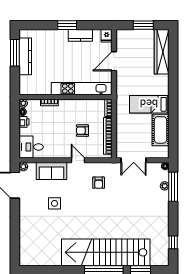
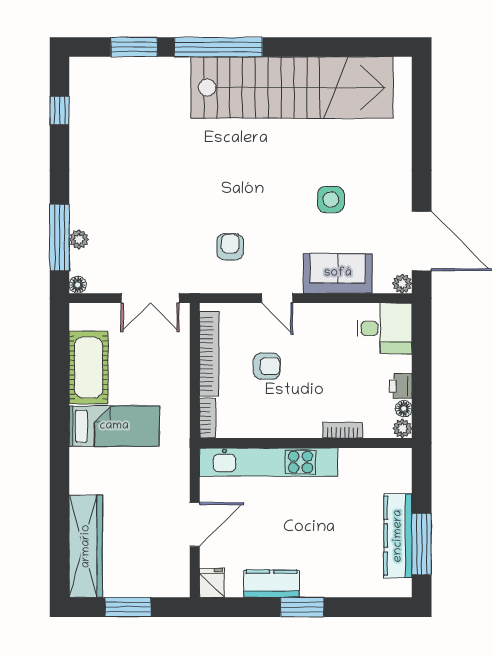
double door: (134, 160) -> (150, 298), swing flipped
stairs: (106, 252) -> (292, 88), moved

